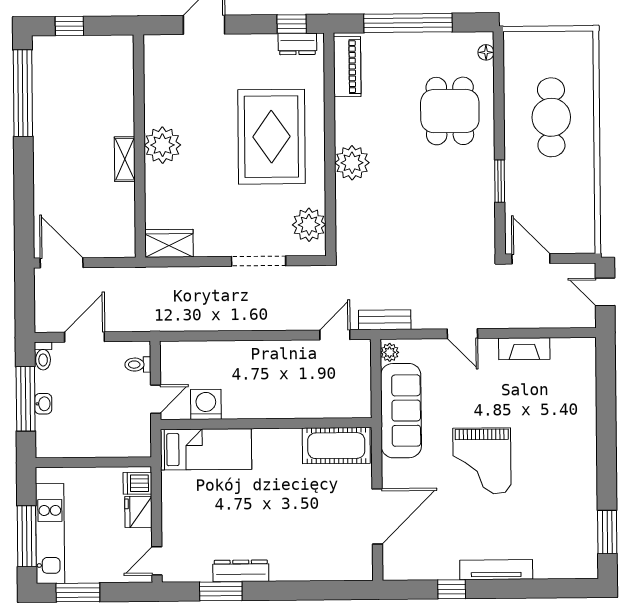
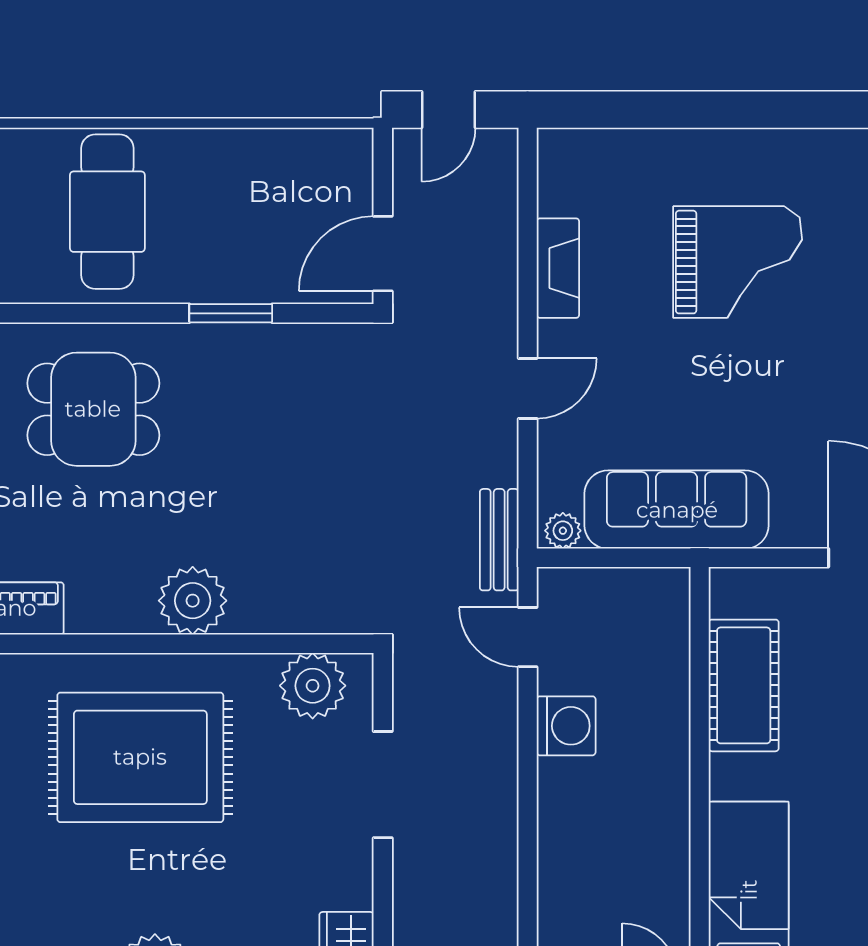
cafe table: (551, 117) -> (107, 212), turned 90
washing machine: (206, 404) -> (566, 726), moved, turned 180
cot: (336, 446) -> (744, 685), moved
grand piano: (482, 461) -> (738, 262), moved

